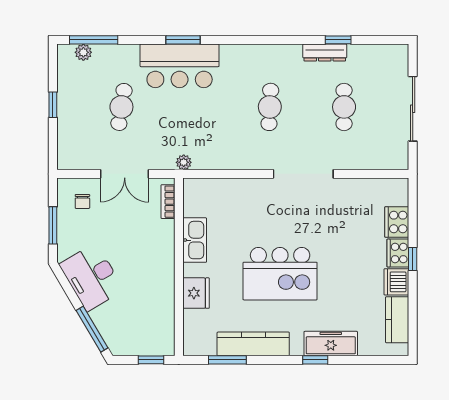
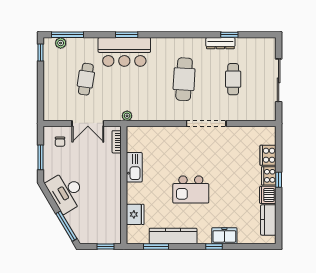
window: (53, 105) -> (40, 53), moved
cafe table: (270, 107) -> (184, 79), width x1.37, depth x1.35
kitchen island: (280, 274) -> (191, 189), width x0.73, depth x0.78
fridge: (196, 293) -> (135, 214), moved
freezer: (331, 344) -> (224, 236), width x0.71

